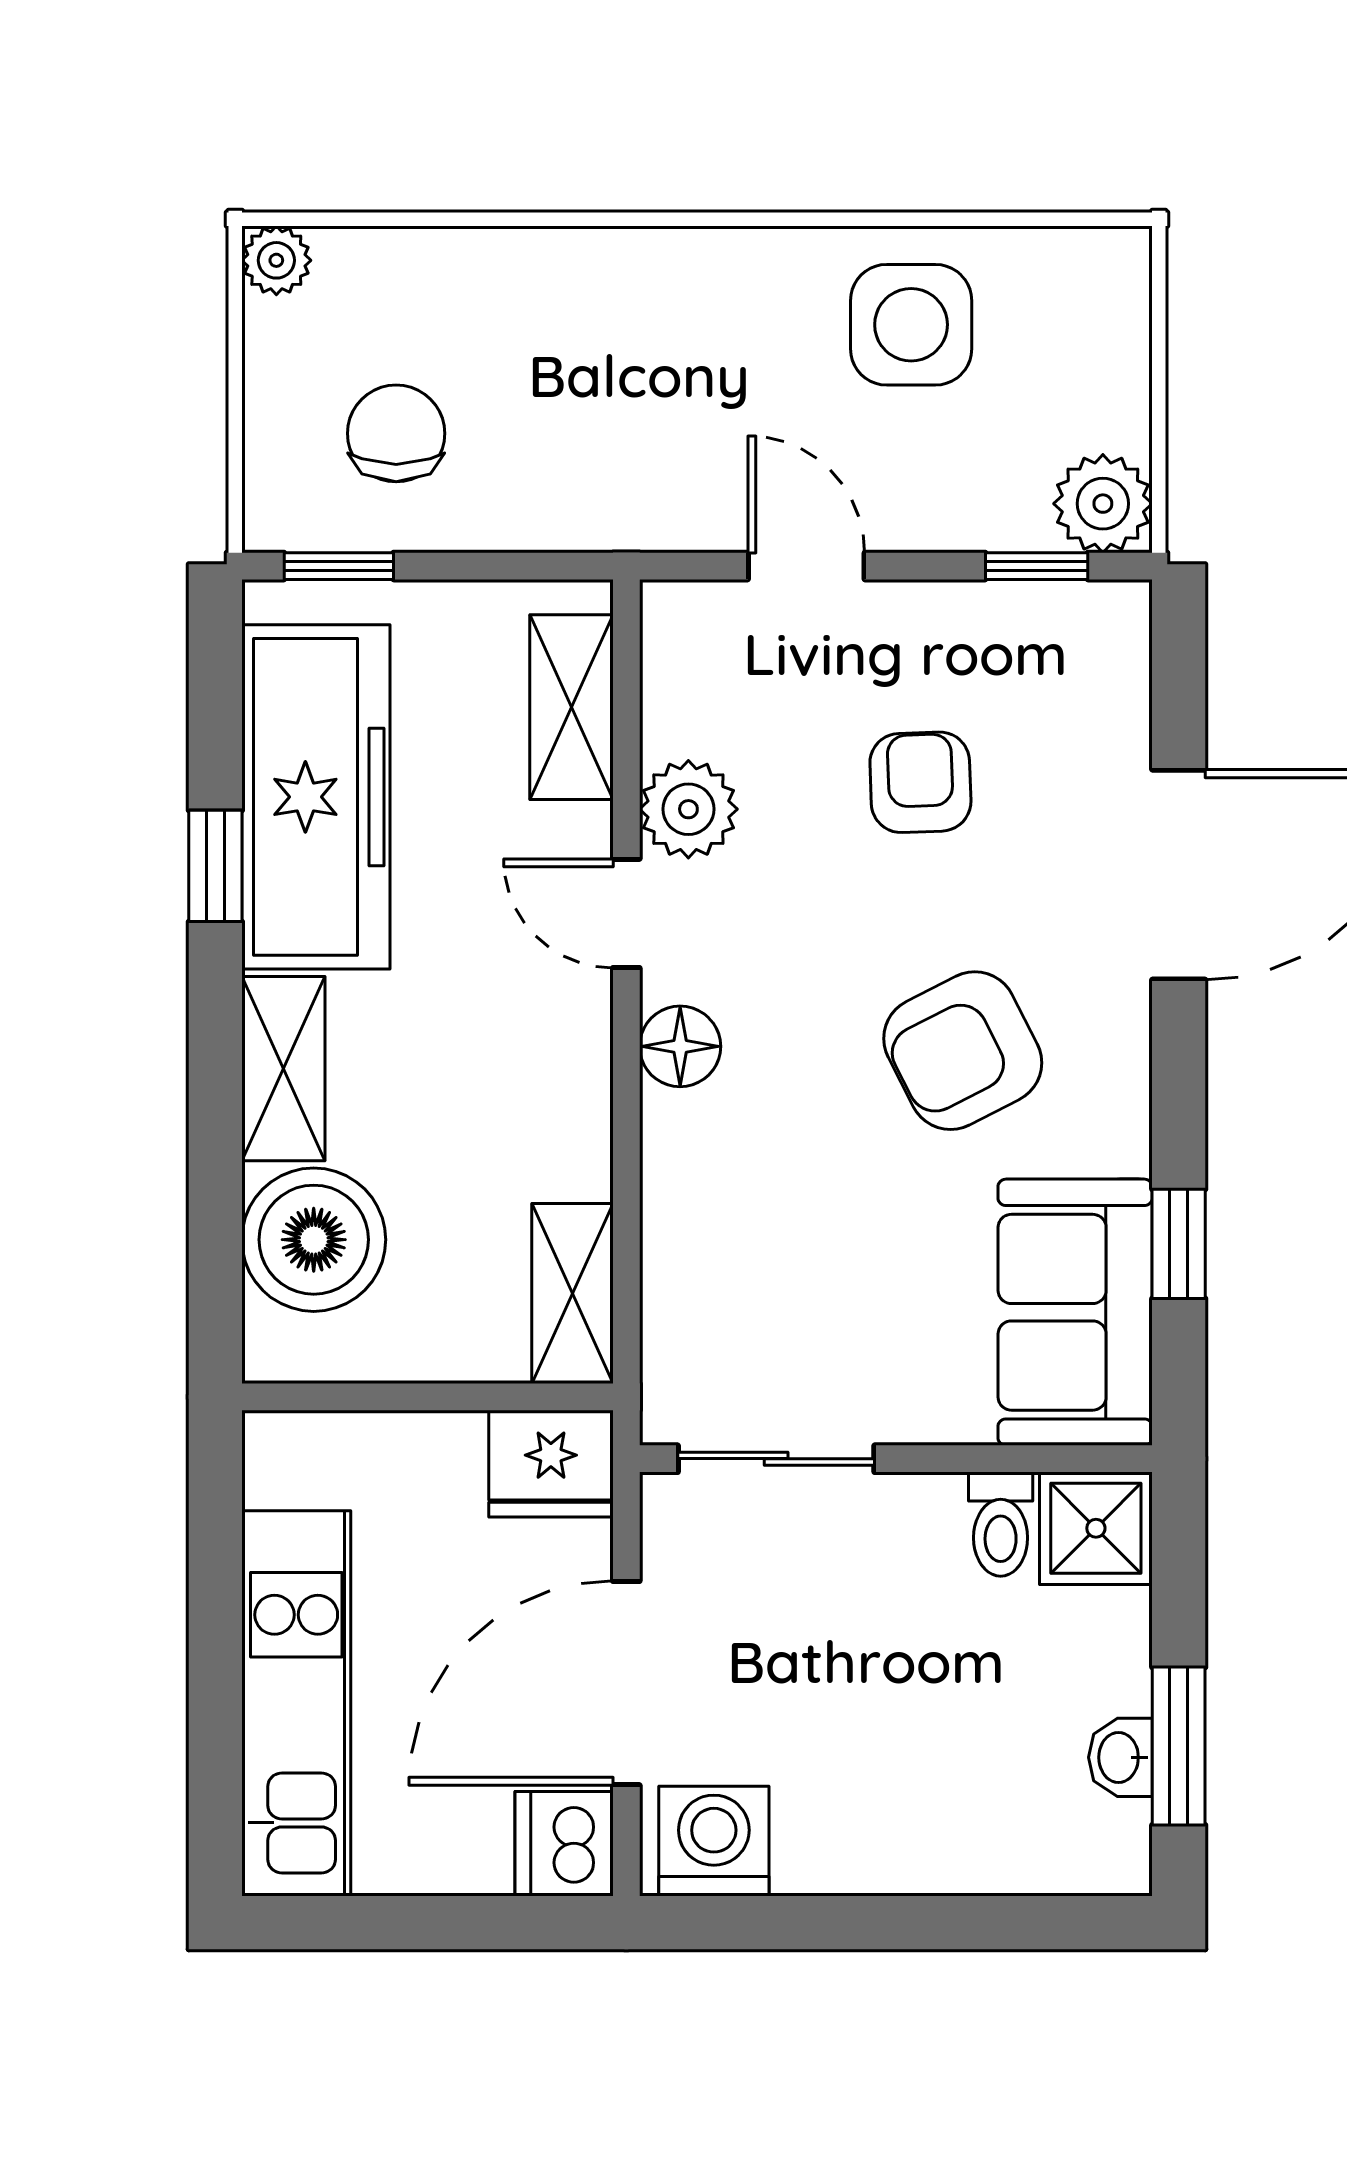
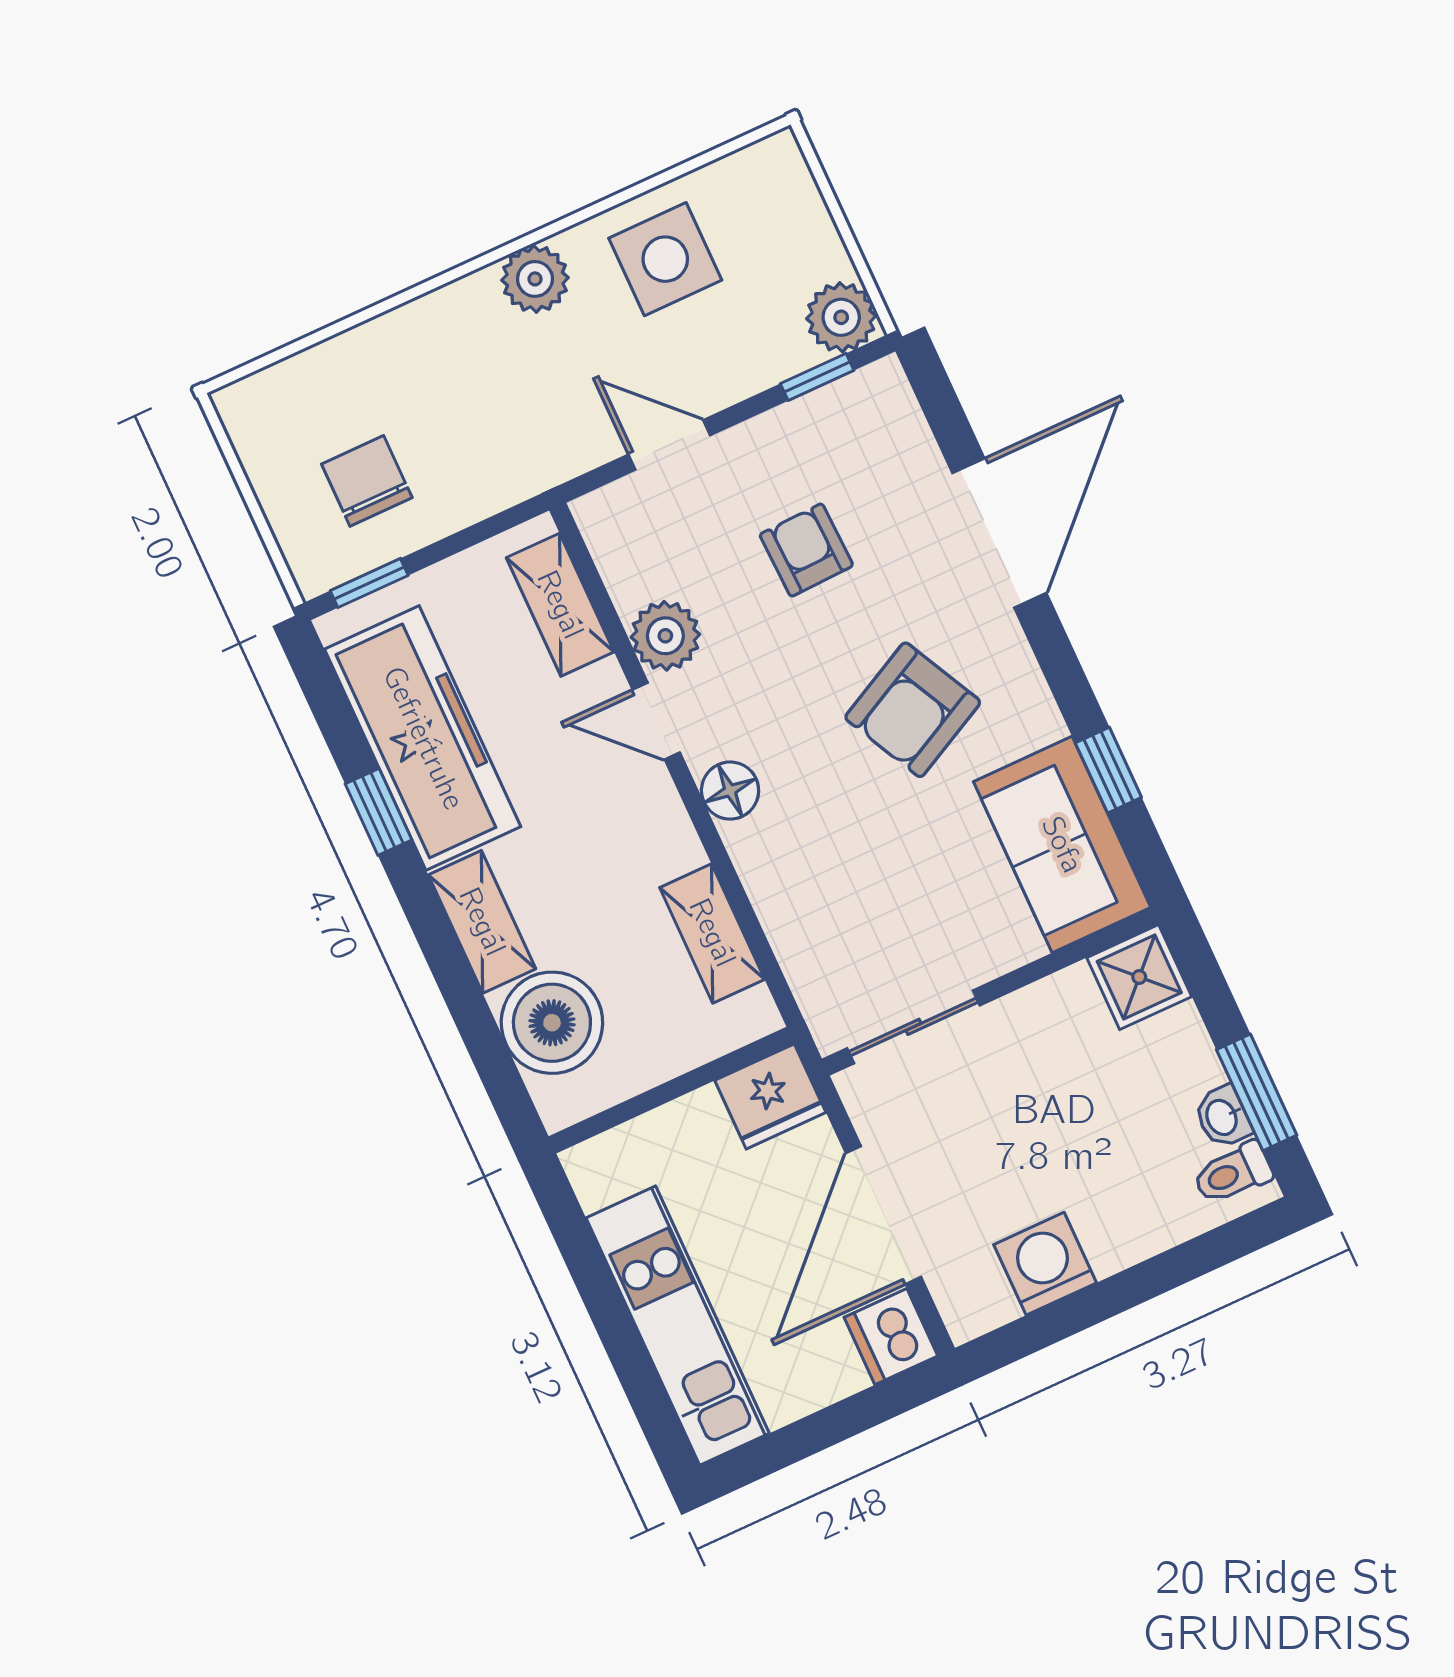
plant: (276, 260) -> (535, 279), moved, width x1.38, depth x1.38
shelving: (573, 1293) -> (712, 933), moved
toilet: (1001, 1524) -> (1233, 1173), moved, turned 90
washing machine: (714, 1841) -> (1045, 1264), moved

